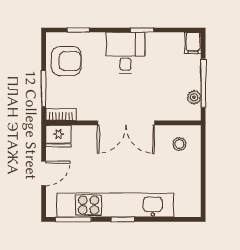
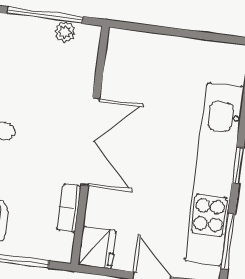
bookcase: (61, 115) -> (69, 208), moved
stool: (179, 144) -> (134, 64), removed

